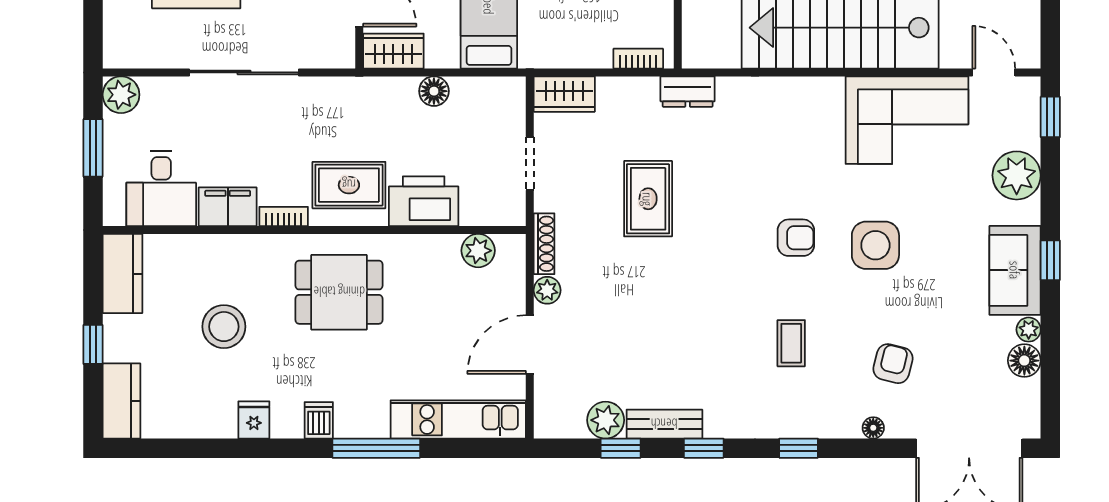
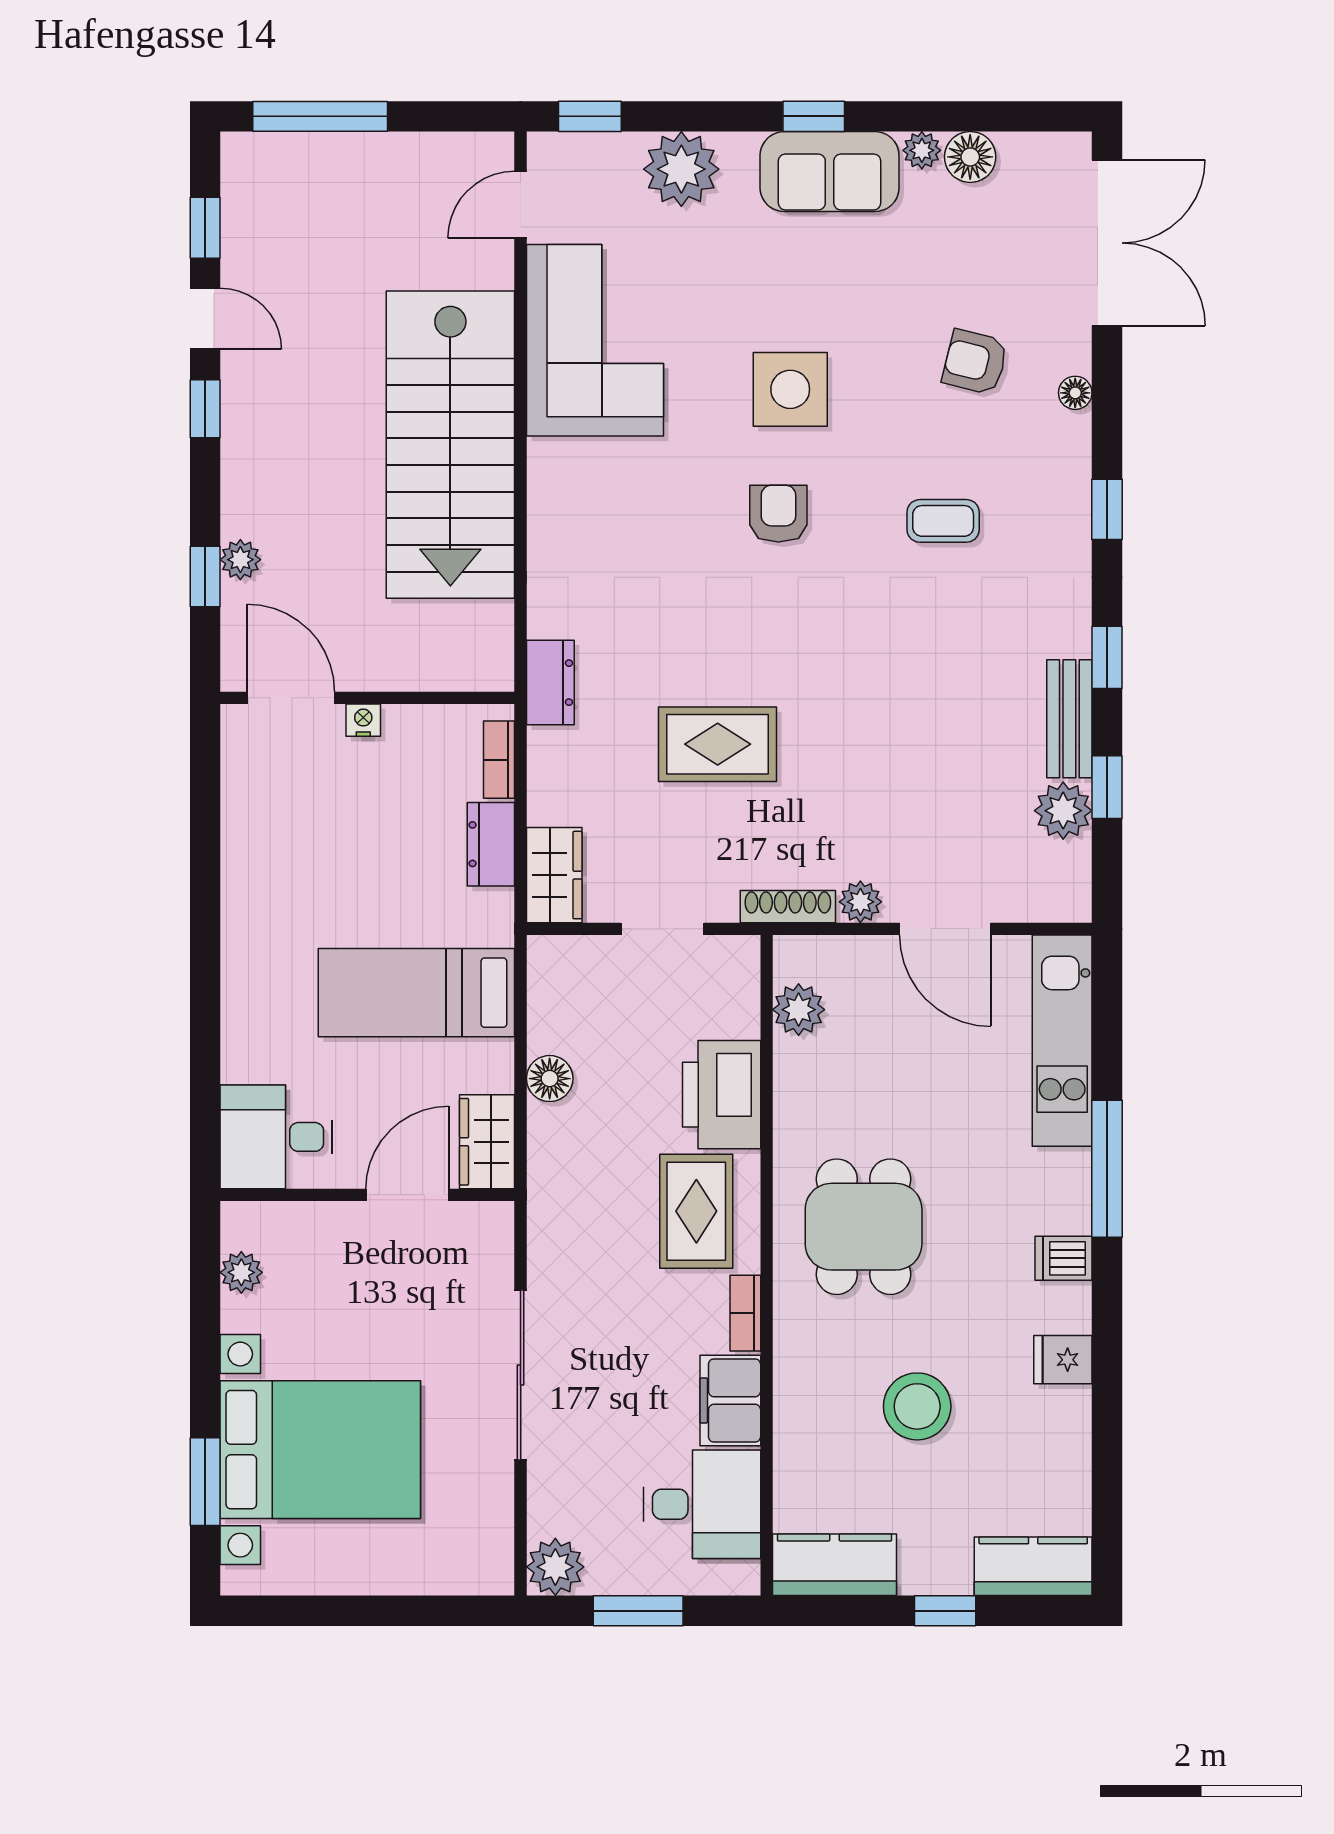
dresser: (584, 53) -> (491, 844), added

